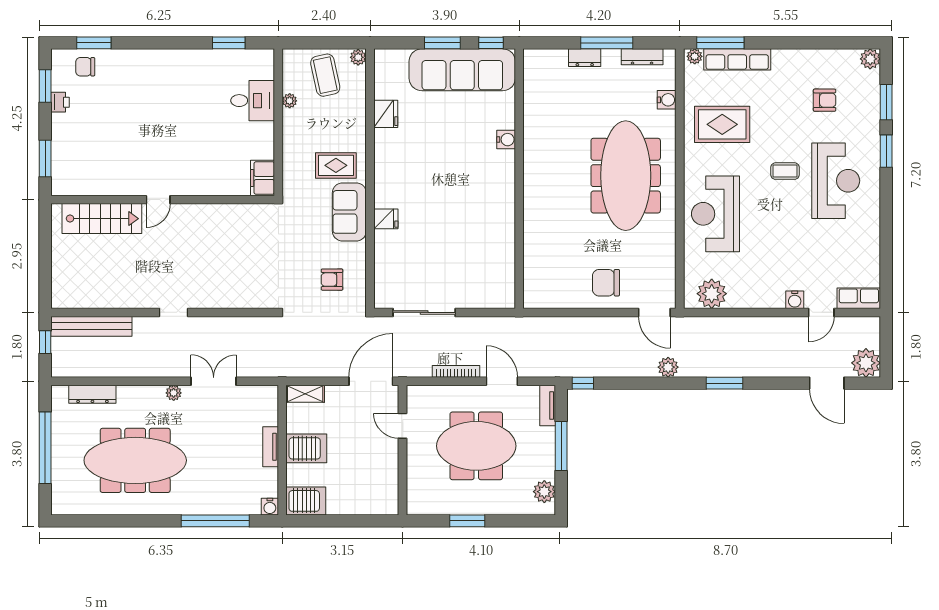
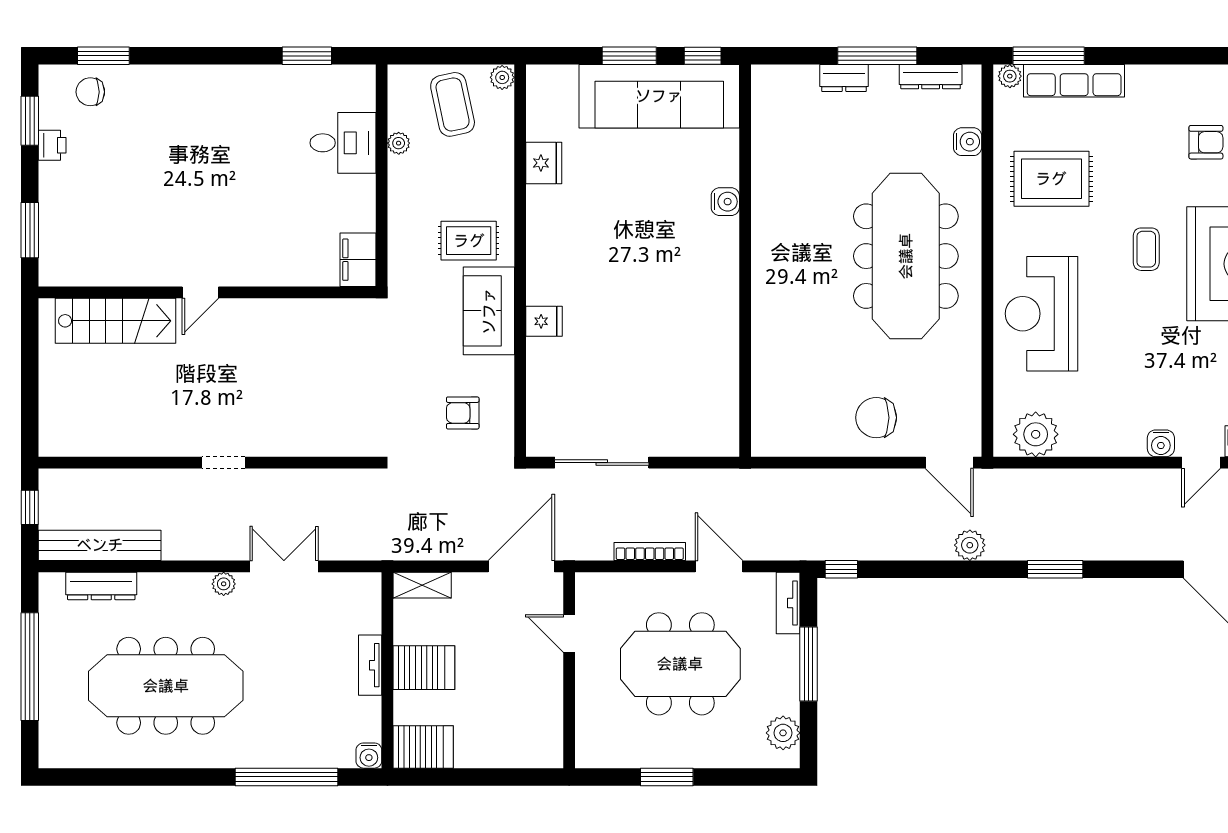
coffee table: (785, 171) -> (1146, 249), turned 90
bench: (91, 326) -> (100, 545), moved

